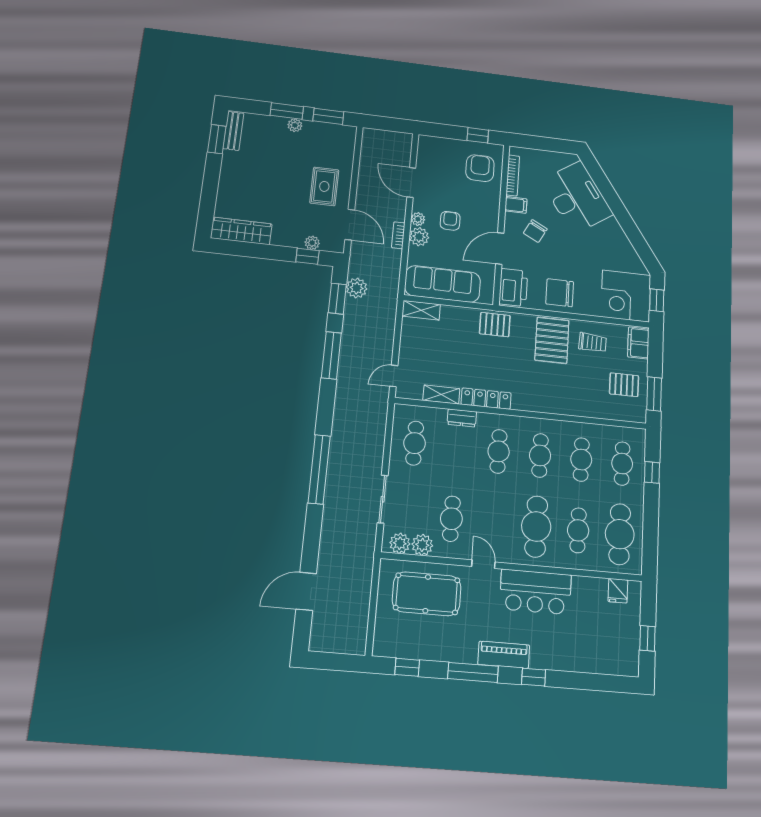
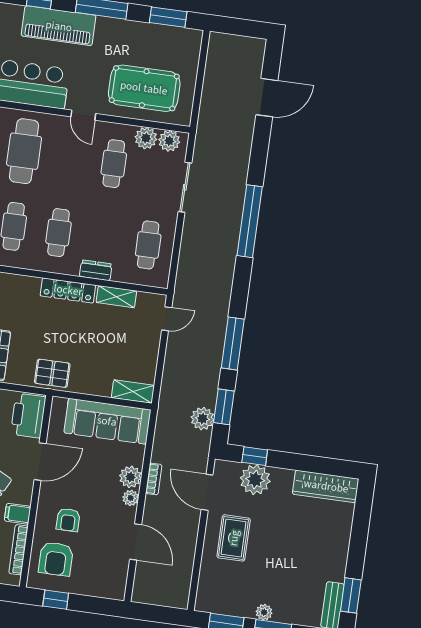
armchair: (450, 221) -> (68, 520), moved
plant: (312, 243) -> (255, 480), width x1.88, depth x1.88
piano: (504, 655) -> (59, 26), width x1.37, depth x1.33
window: (407, 667) -> (168, 17), width x1.50

